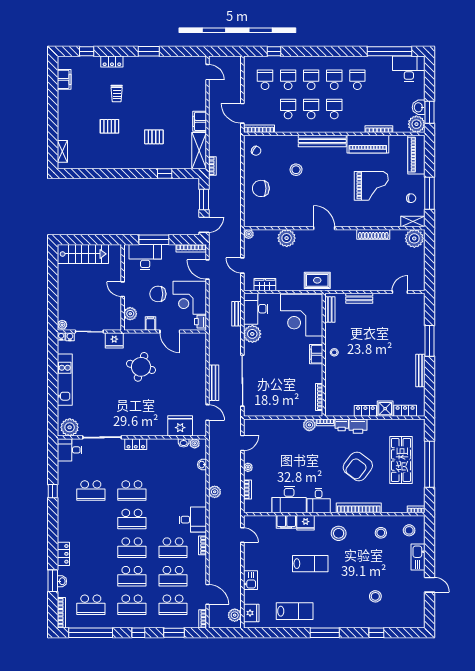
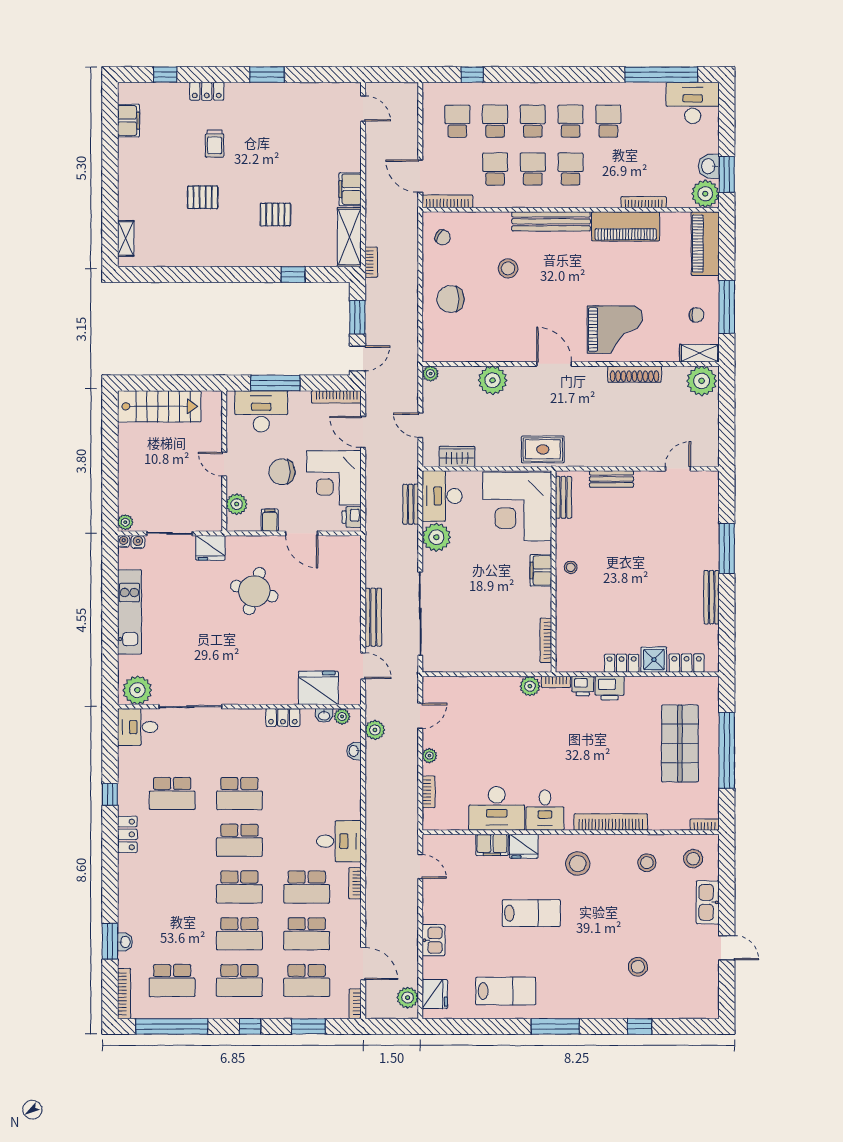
grand piano: (371, 186) -> (615, 330), moved
locker: (136, 444) -> (283, 717), moved
armchair: (358, 466) -> (609, 754), removed
plant: (215, 492) -> (375, 730), moved
locker: (63, 554) -> (127, 834), moved

